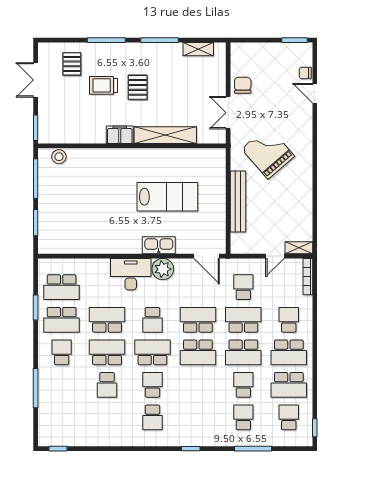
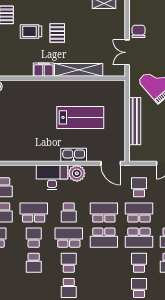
school desk: (107, 352) -> (34, 238), width x0.54

